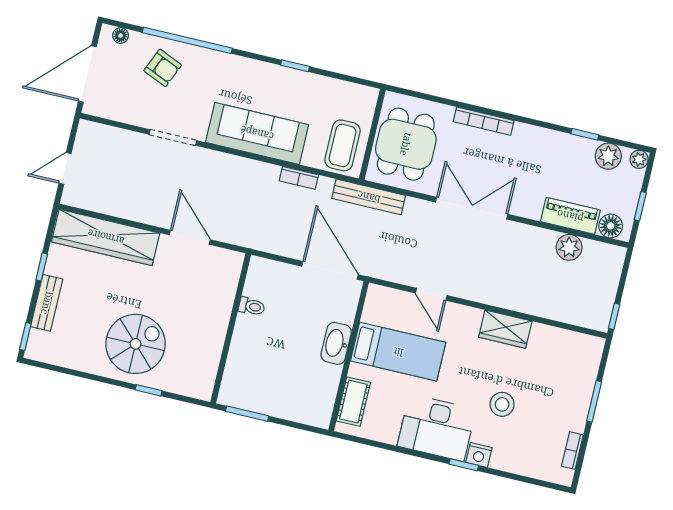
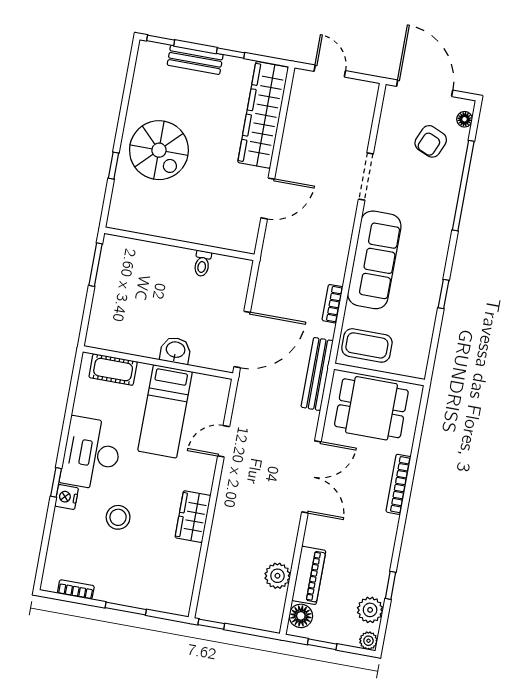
armchair: (163, 68) -> (431, 141), moved
washbasin: (336, 343) -> (175, 350), width x0.72

